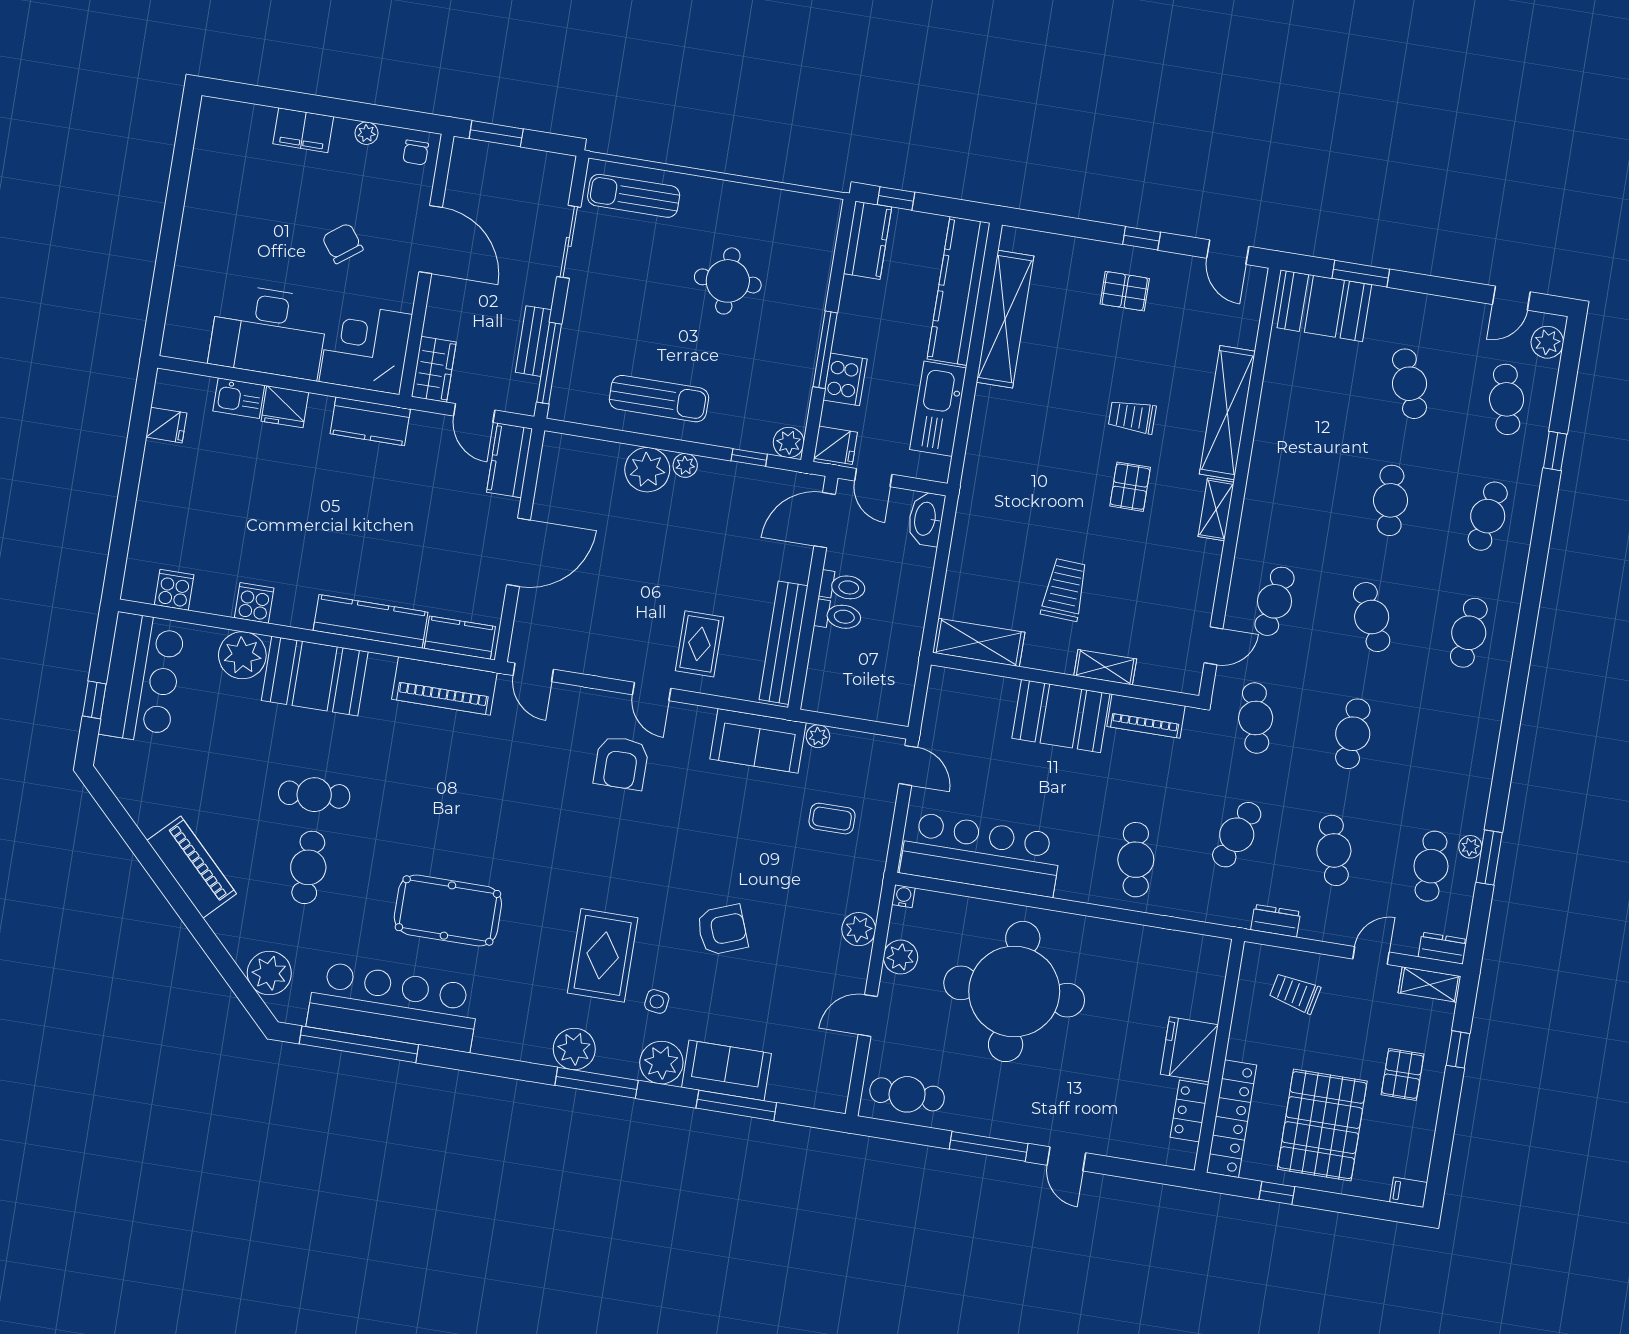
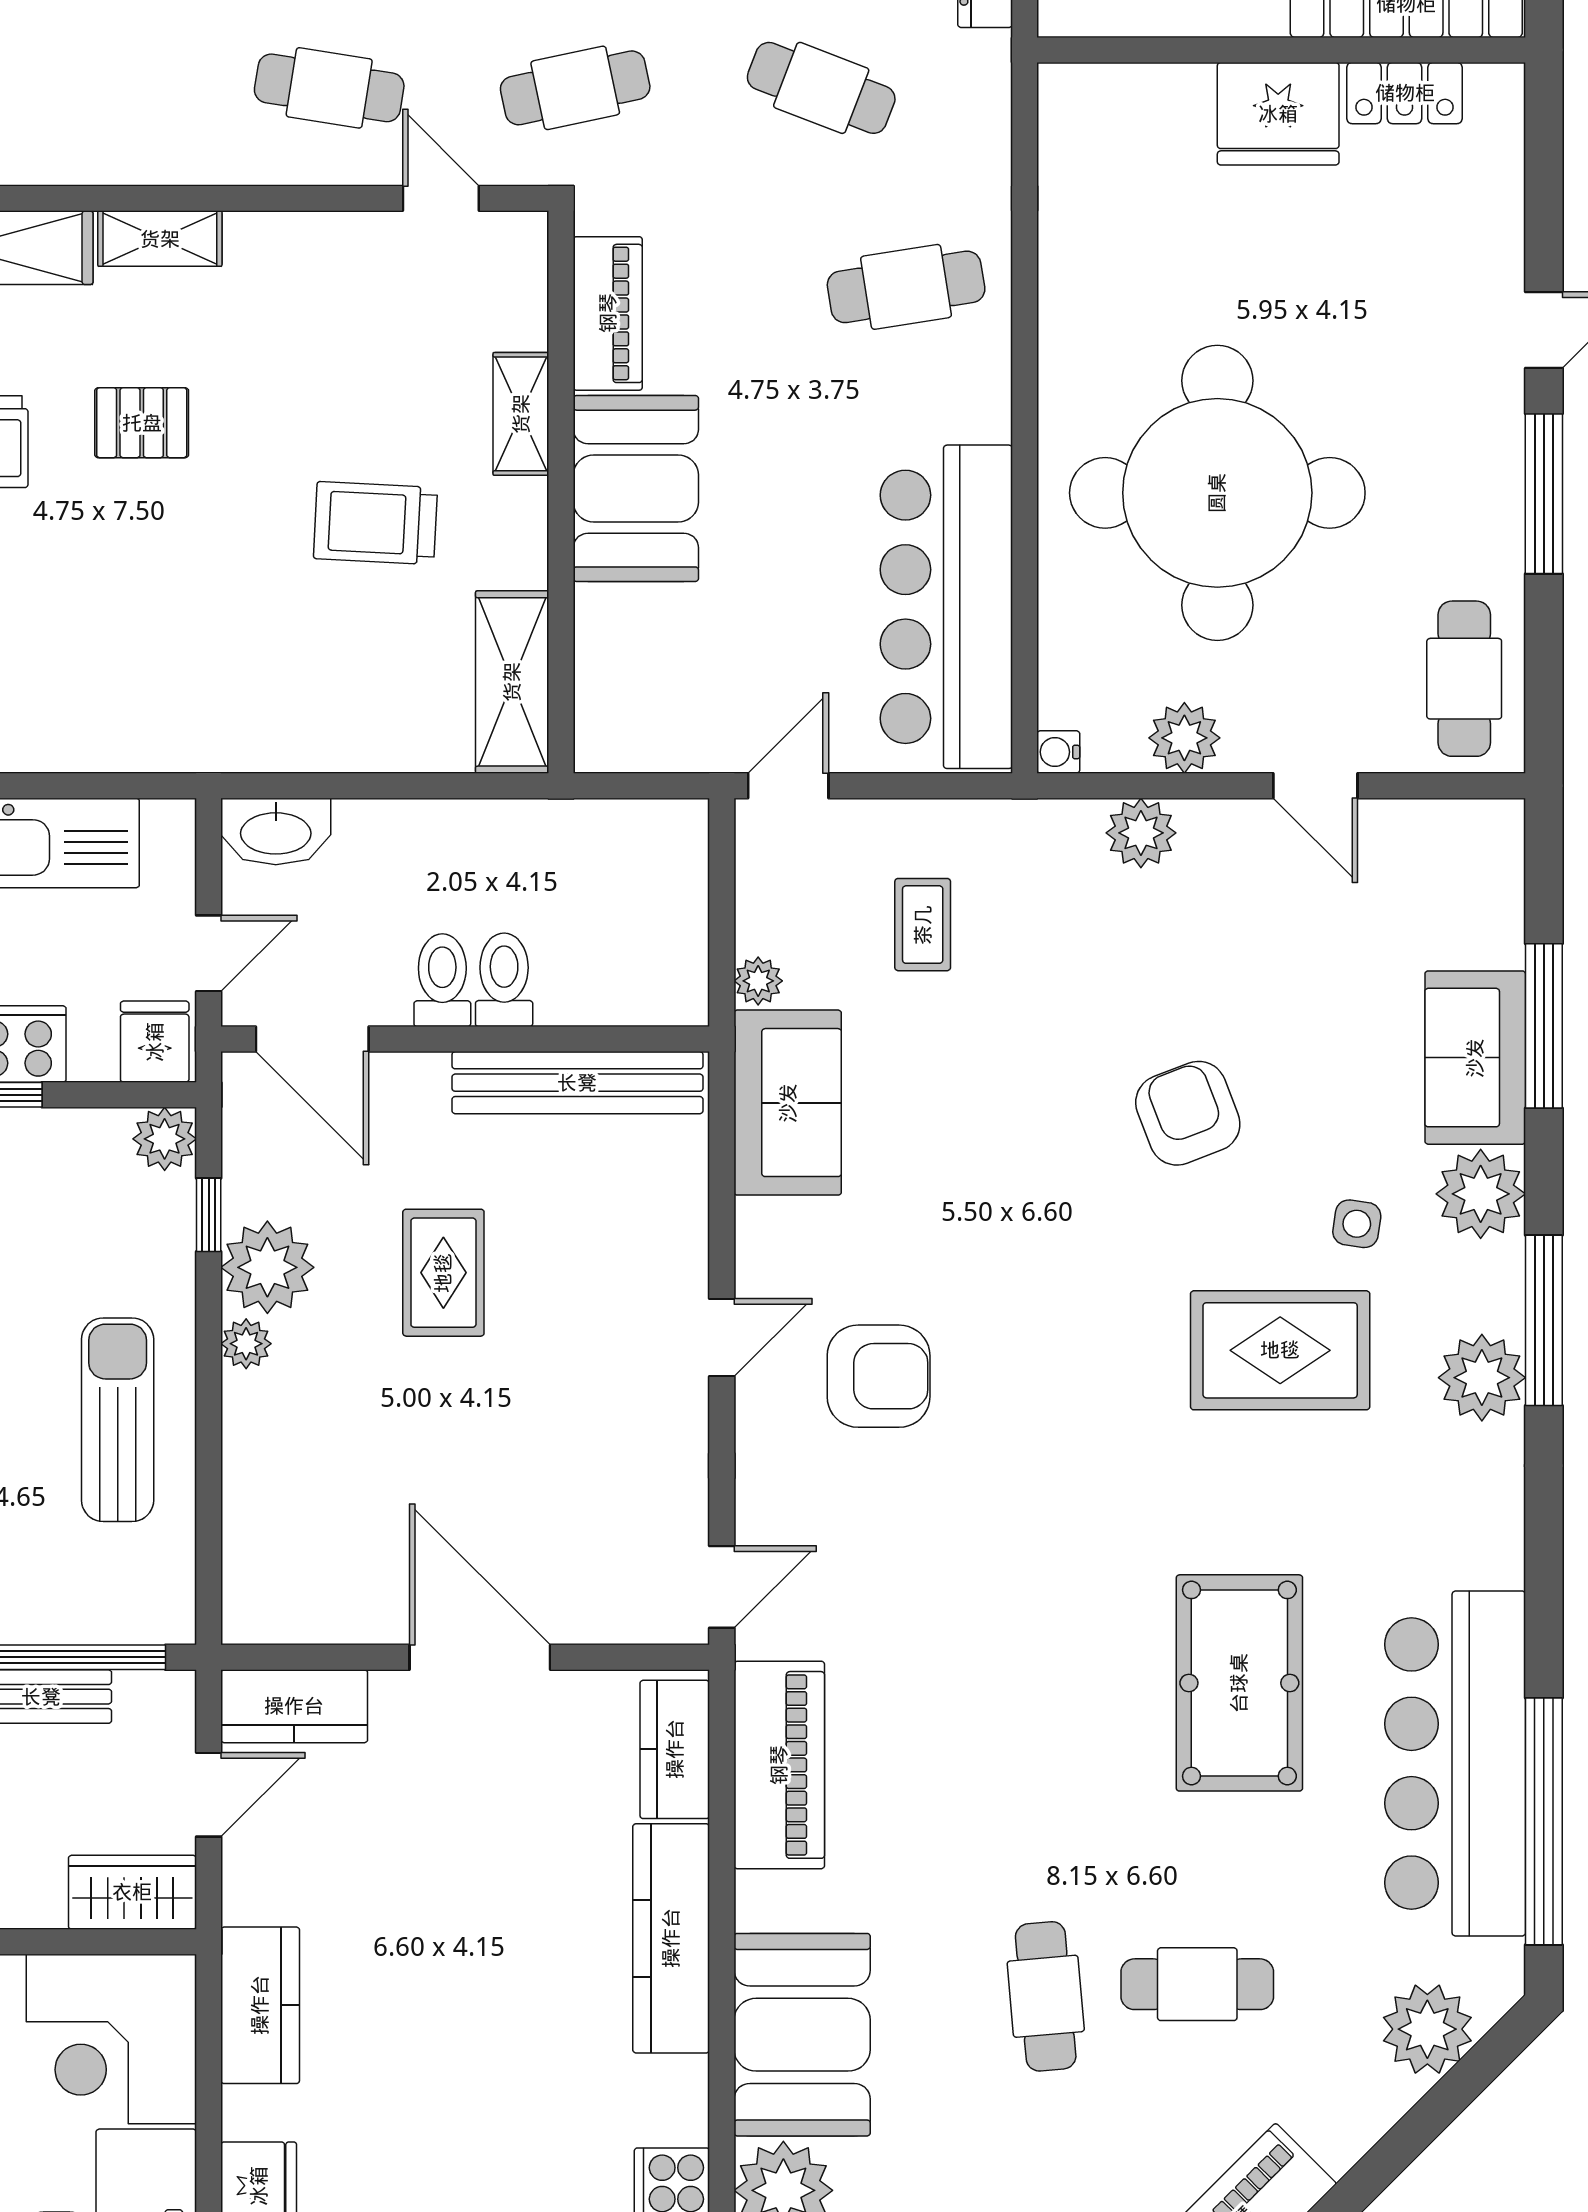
plant: (647, 470) -> (267, 1267), moved
rug: (699, 644) -> (443, 1273), moved, turned 90

